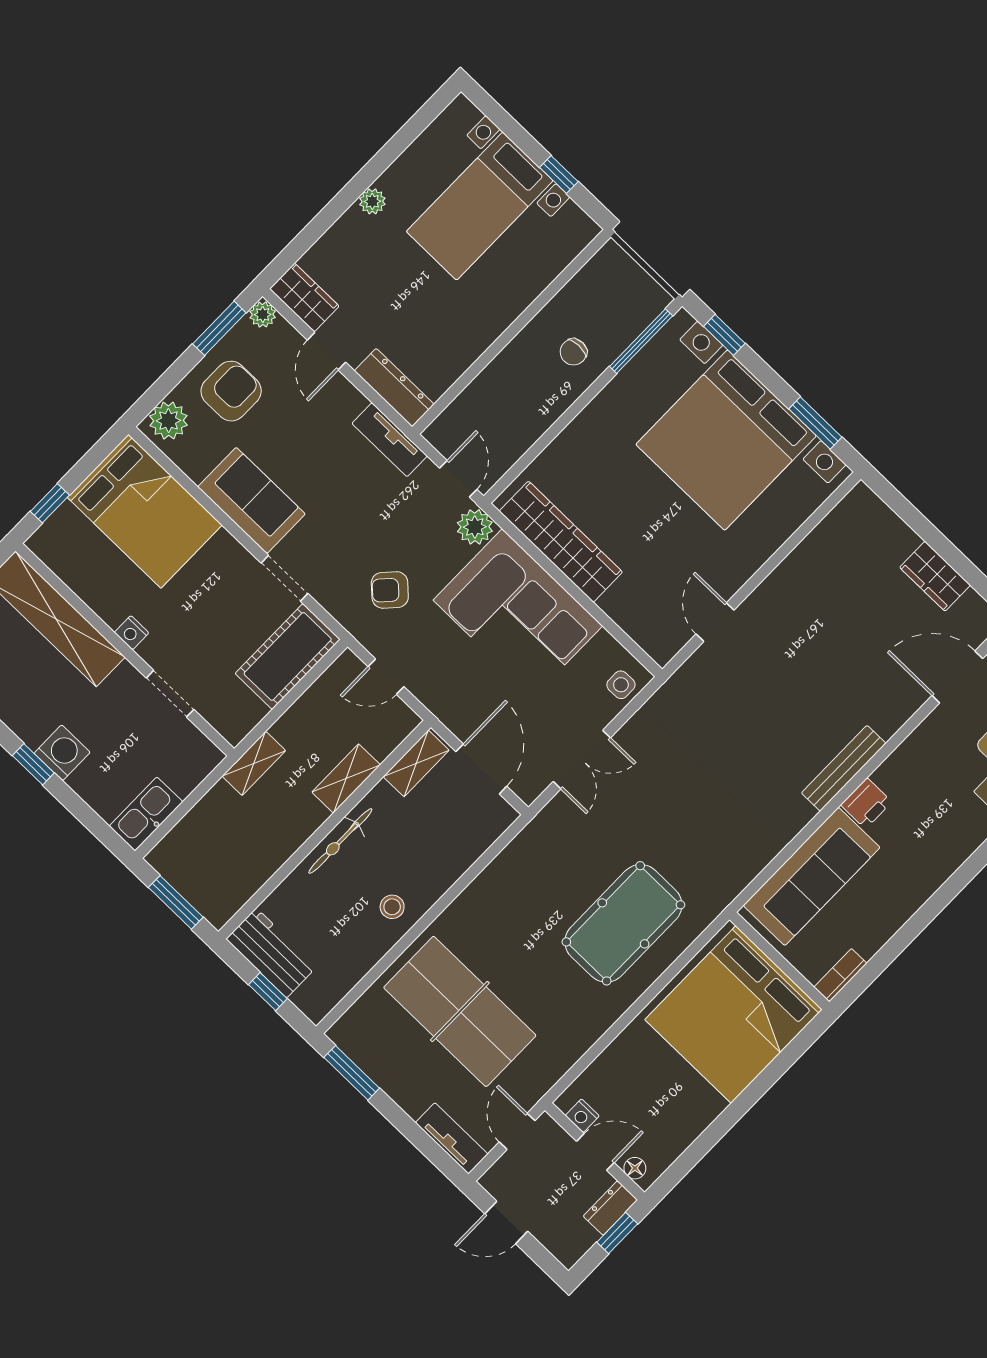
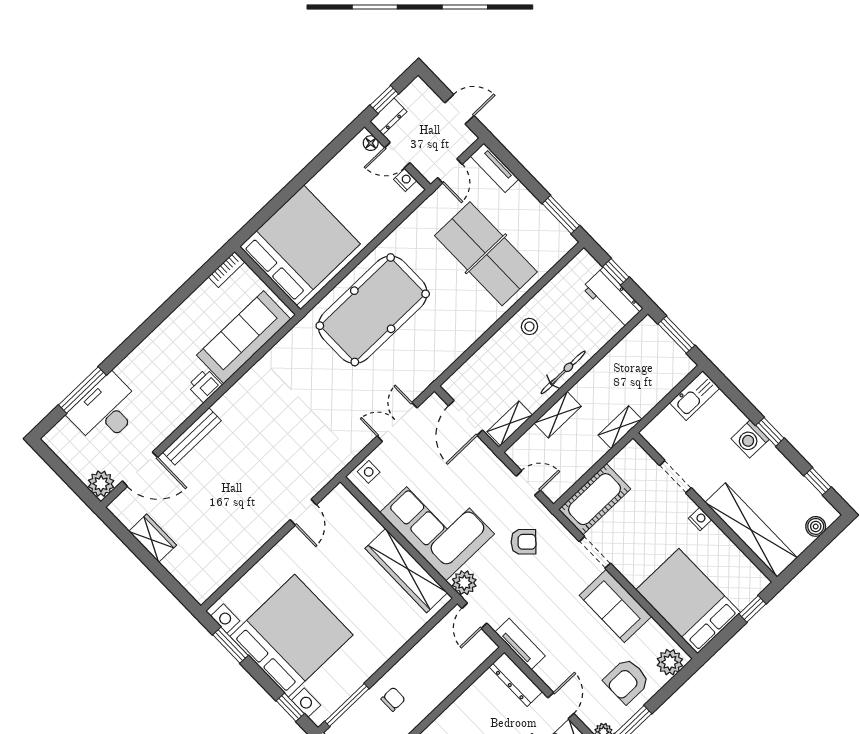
bench: (844, 768) -> (192, 436), moved
pool table: (623, 923) -> (373, 310), width x1.36, depth x1.32

